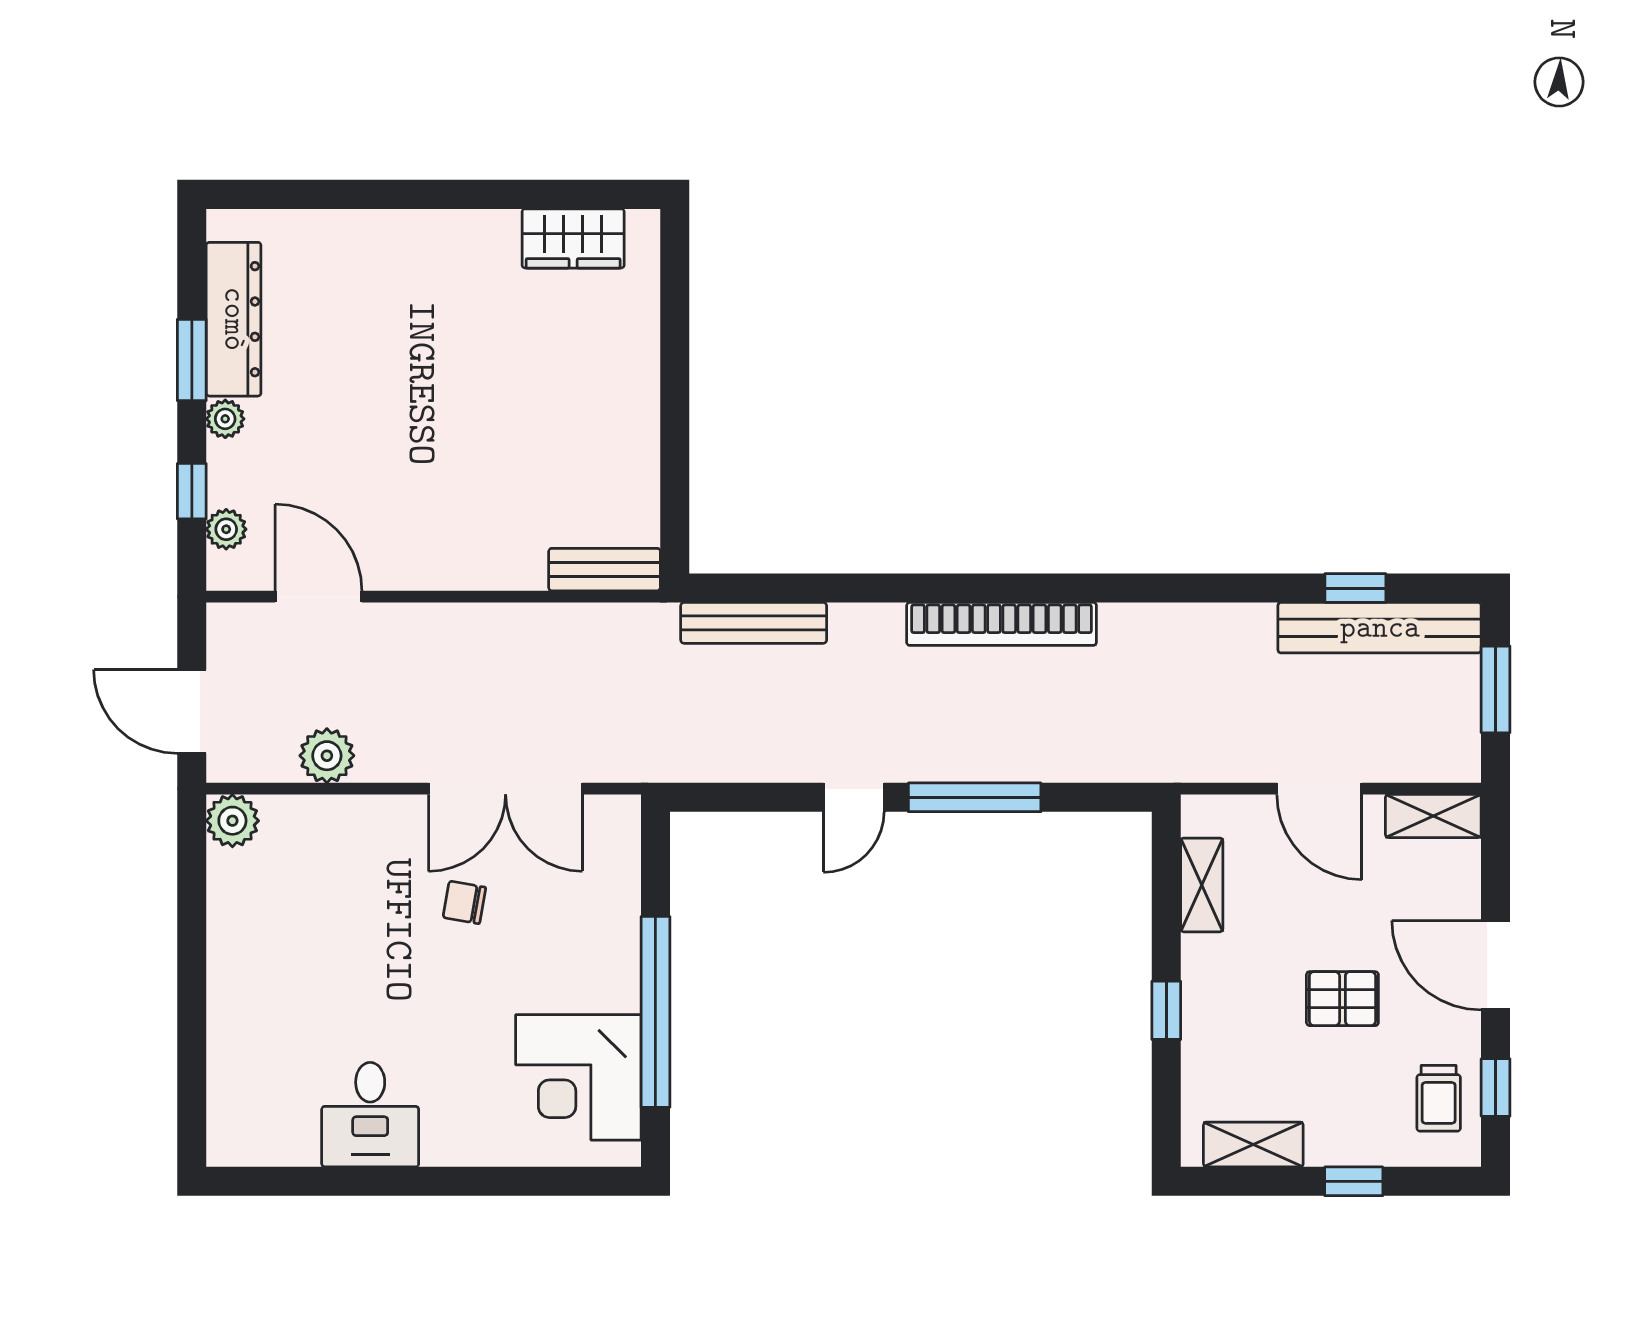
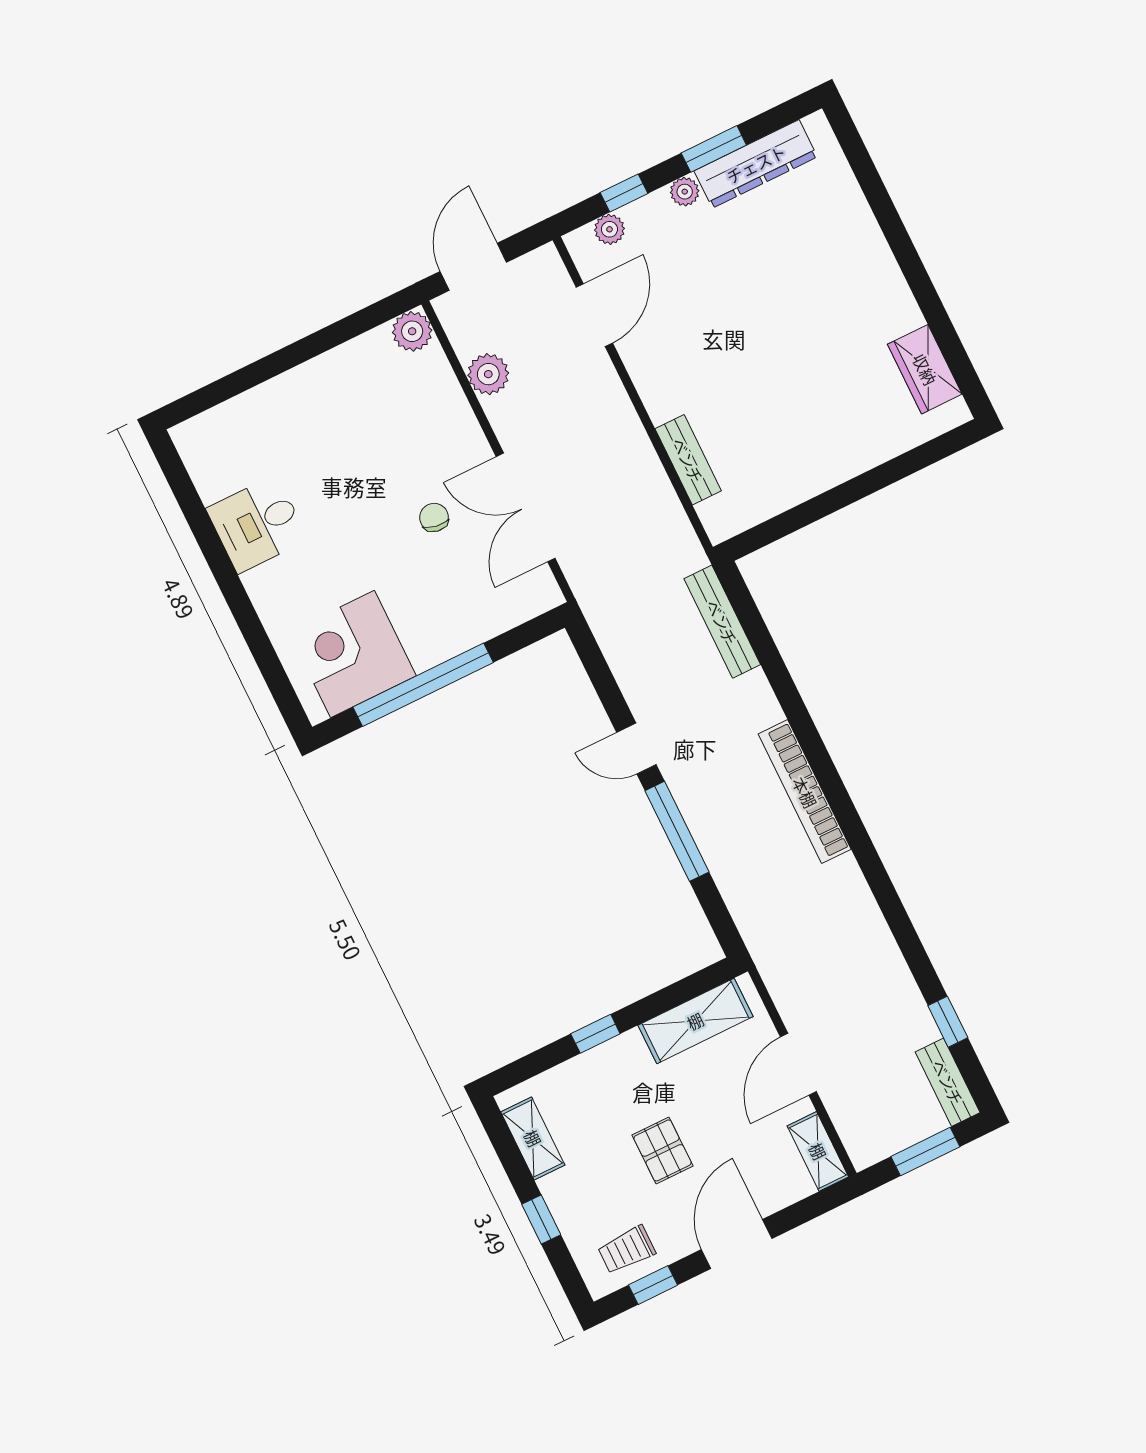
bench: (604, 570) -> (688, 460), moved
bench: (1380, 628) -> (948, 1082), width x0.54, depth x0.82
shelving: (1202, 885) -> (695, 1021), width x1.50, depth x1.33

